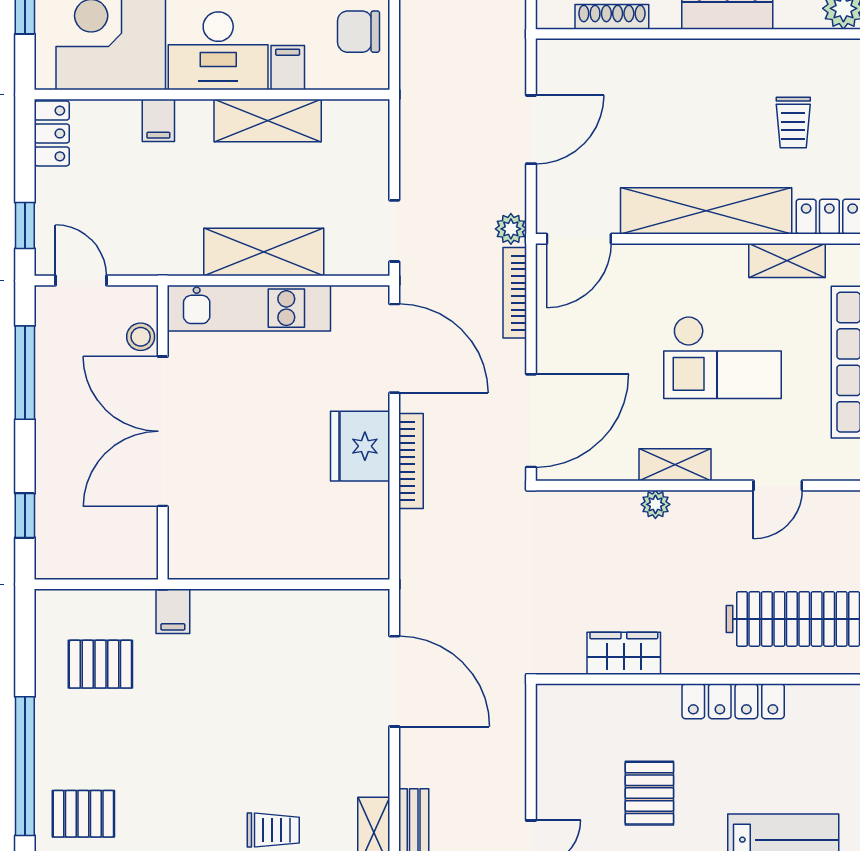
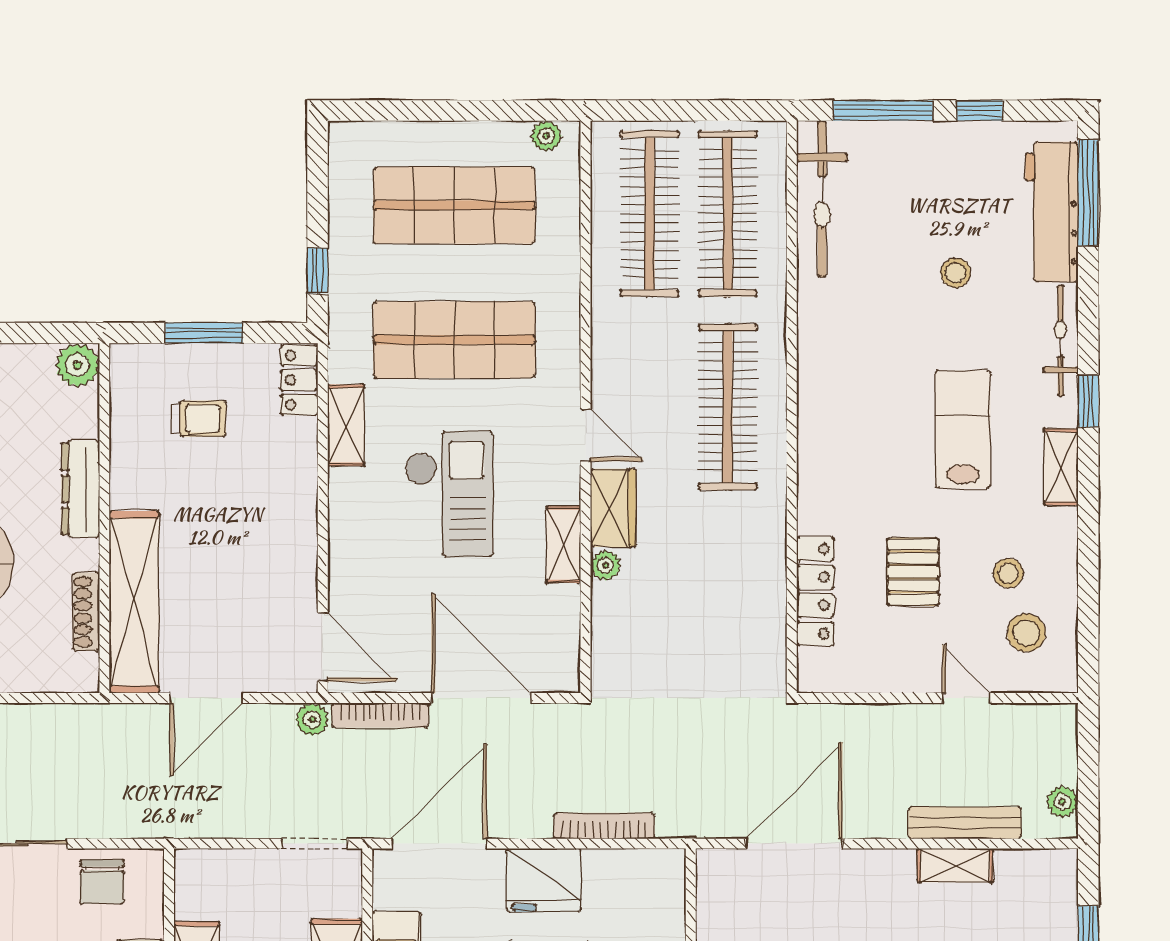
door: (531, 130) -> (206, 698), swing flipped
shelving: (706, 211) -> (134, 602), moved
door: (531, 421) -> (481, 698), moved
bookcase: (411, 461) -> (604, 826), moved
wardrobe: (624, 653) -> (613, 508), moved, turned 180
locker: (733, 701) -> (815, 591), moved
pallet: (649, 793) -> (913, 572), turned 90

